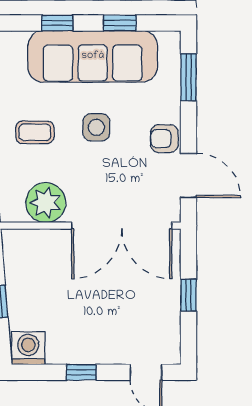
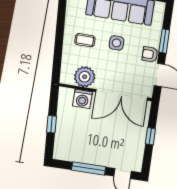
window: (188, 77) -> (164, 41), moved
washing machine: (28, 348) -> (82, 99), moved, turned 180
window: (81, 372) -> (89, 168), width x2.17

